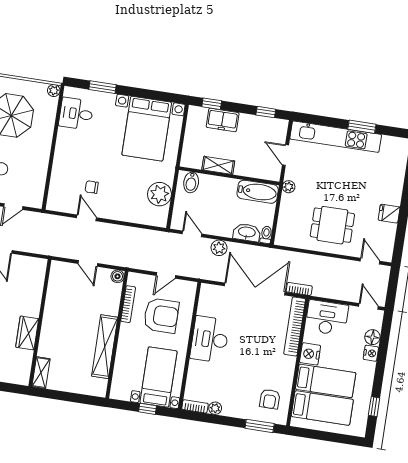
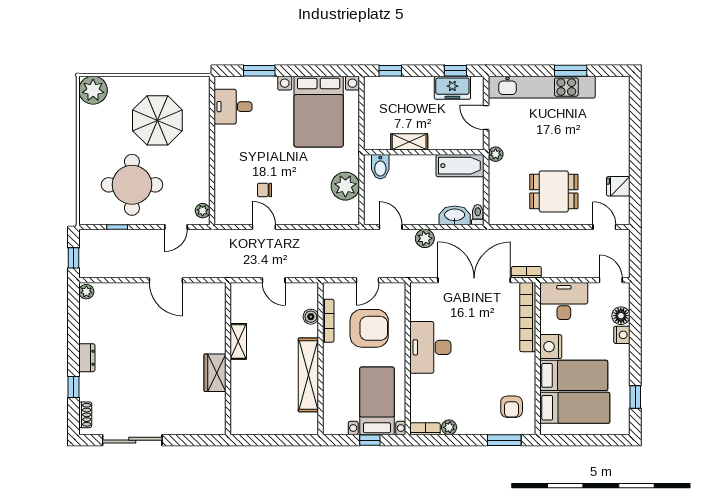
plant: (54, 90) -> (203, 211), moved
freezer: (223, 120) -> (452, 88), moved
fridge: (389, 214) -> (618, 186), moved
boiler: (118, 276) -> (311, 317), moved
shelving: (41, 373) -> (238, 341), moved

